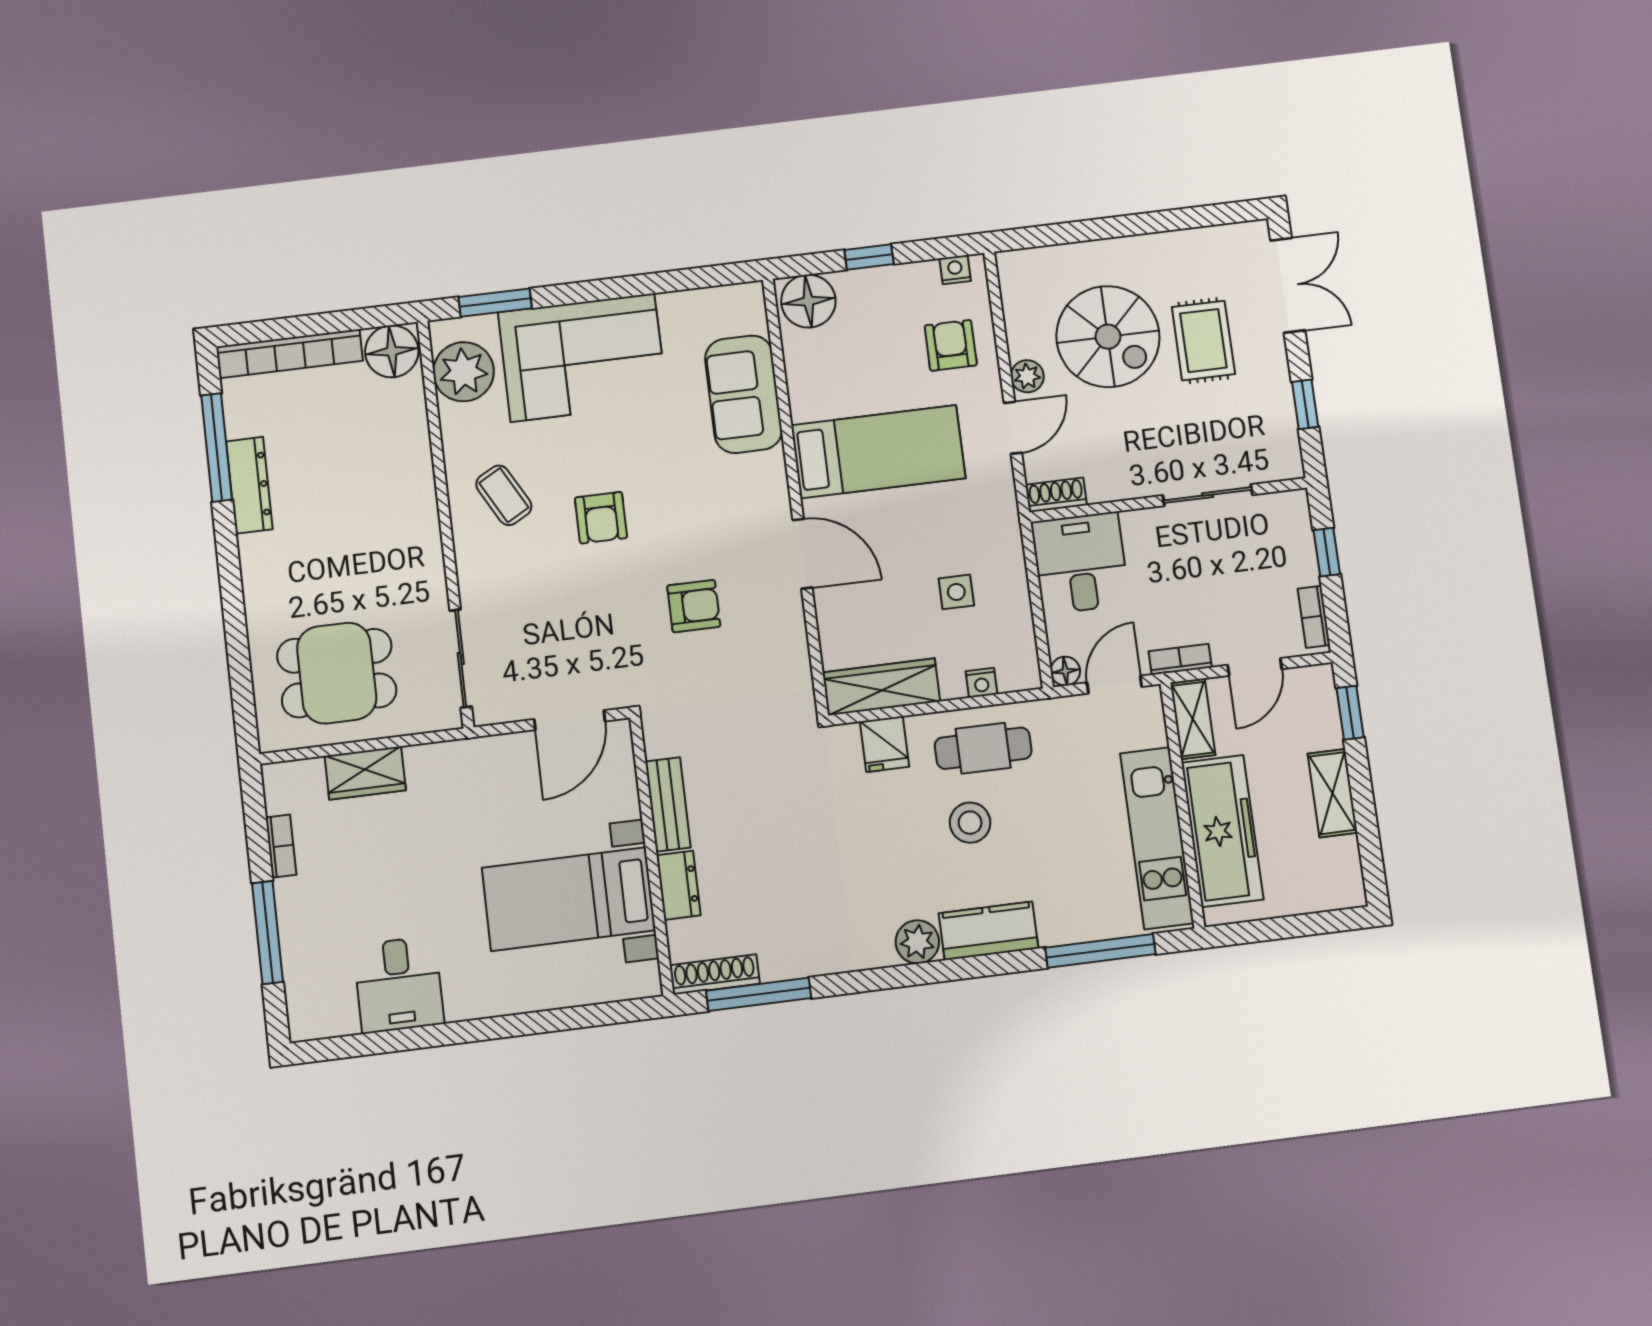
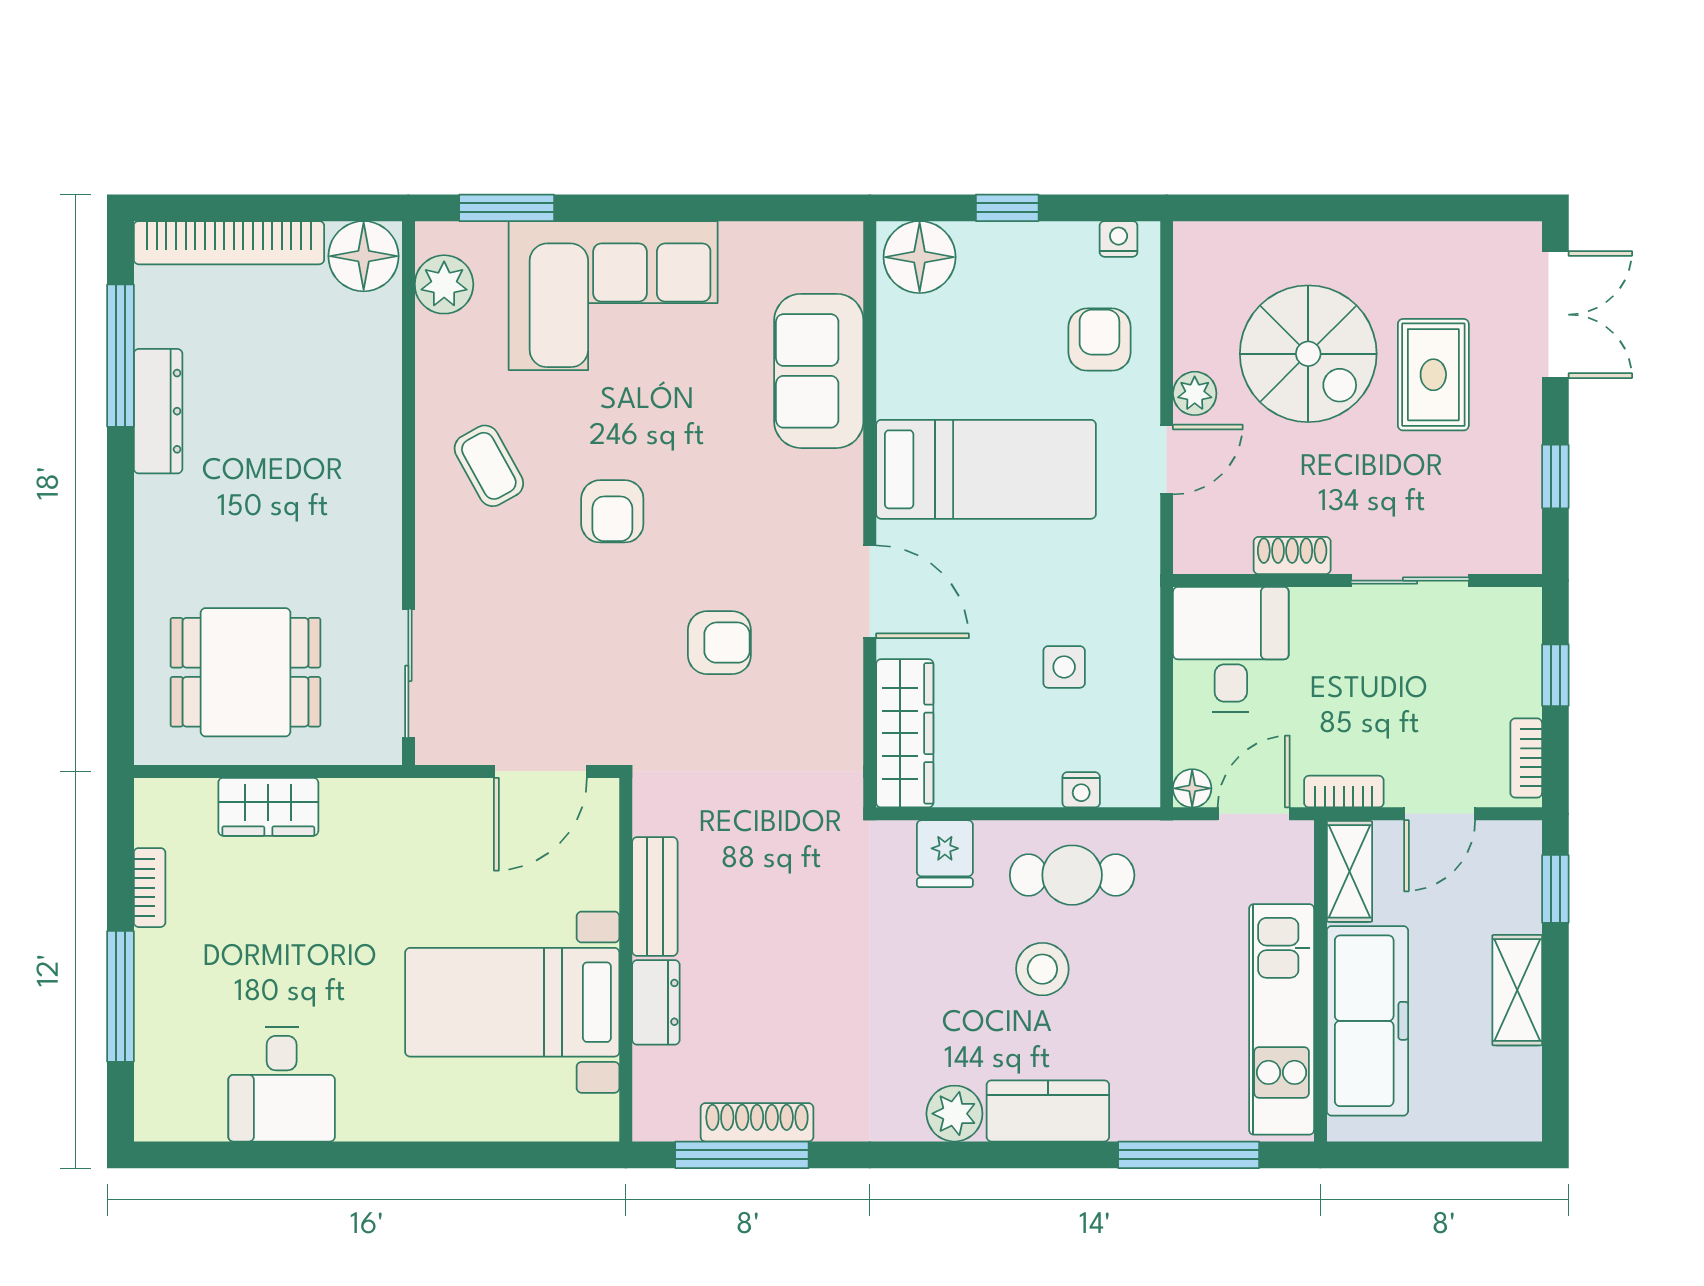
plant: (464, 372) -> (444, 284), width x0.73, depth x0.73
shoe rack: (1056, 495) -> (1292, 556), moved
wardrobe: (881, 687) -> (905, 733), moved, turned 90
shoe rack: (715, 974) -> (757, 1122), moved

